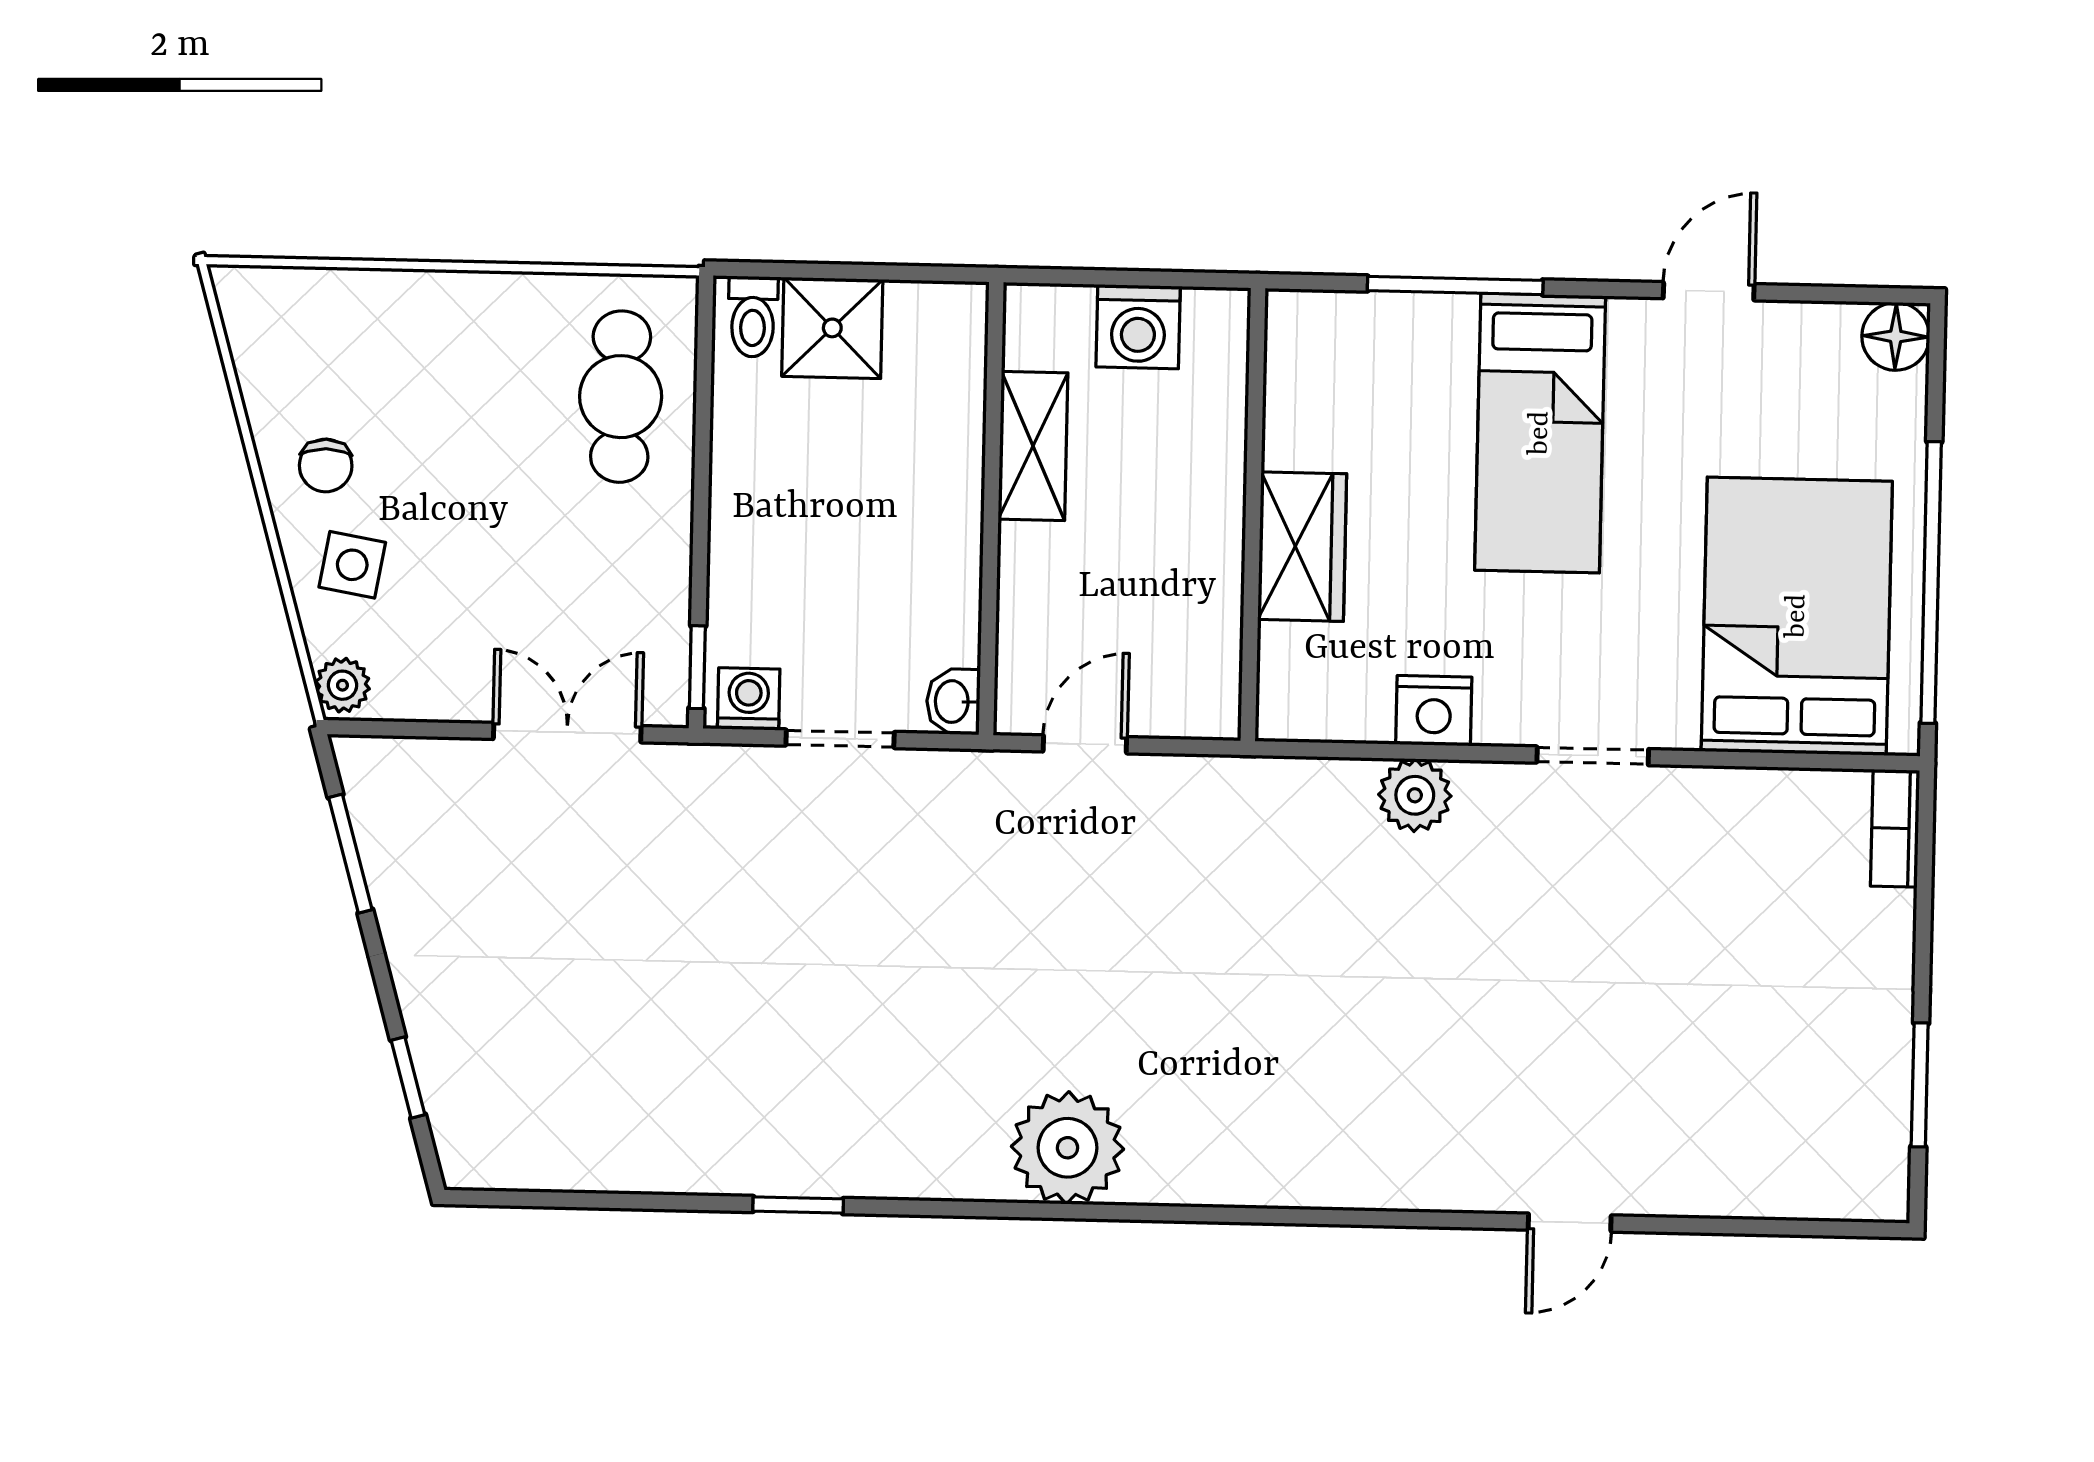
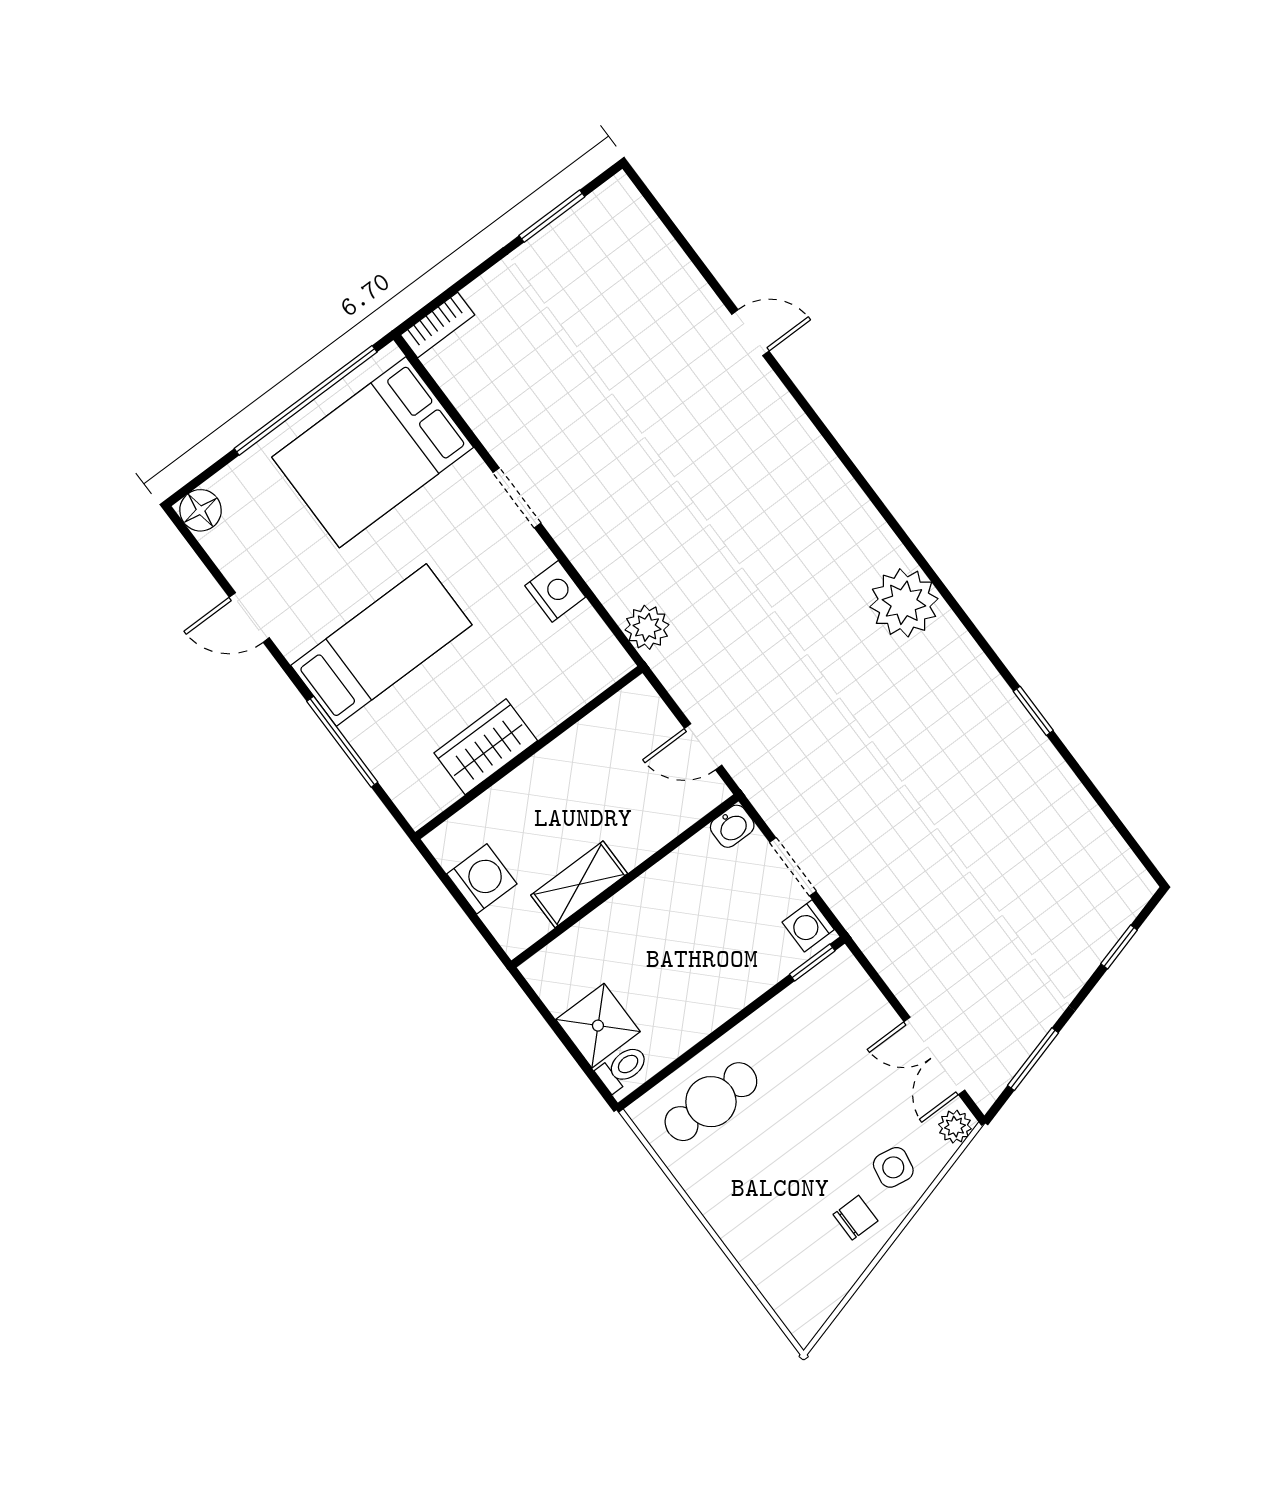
wardrobe: (1302, 547) -> (486, 747), moved
double door: (567, 733) -> (934, 1056), moved
plant: (1415, 795) -> (647, 627), moved

